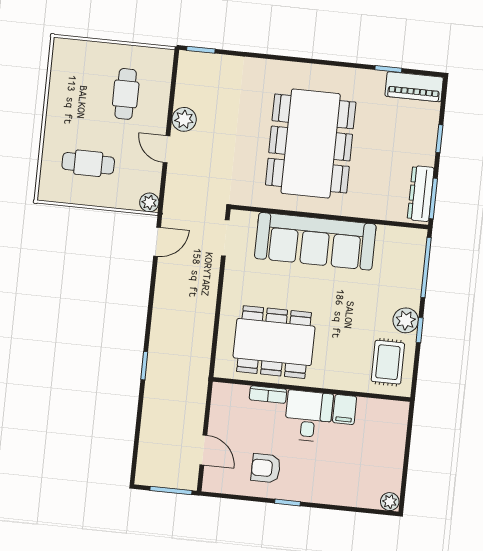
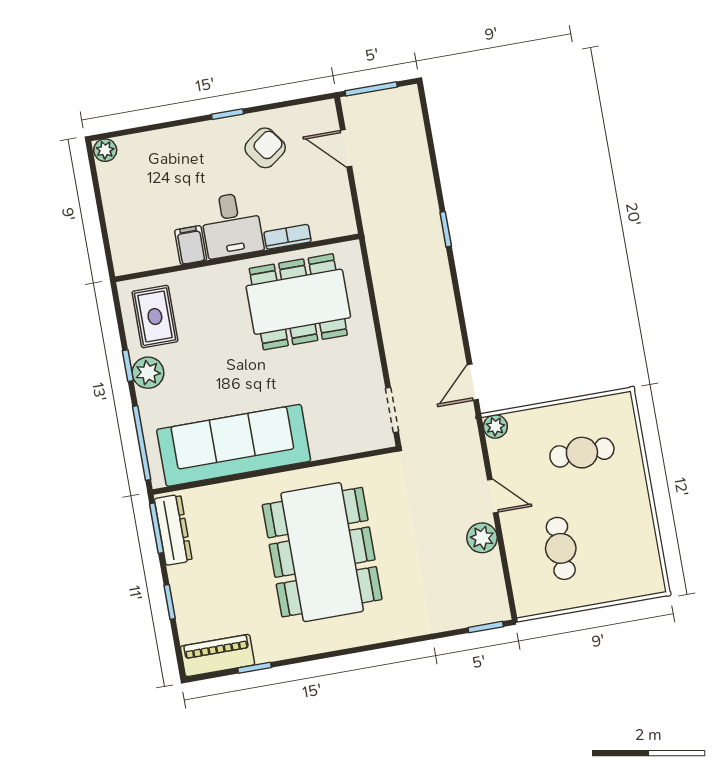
sofa: (315, 241) -> (234, 445), moved
armchair: (266, 468) -> (265, 148), turned -36

